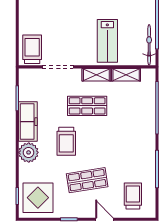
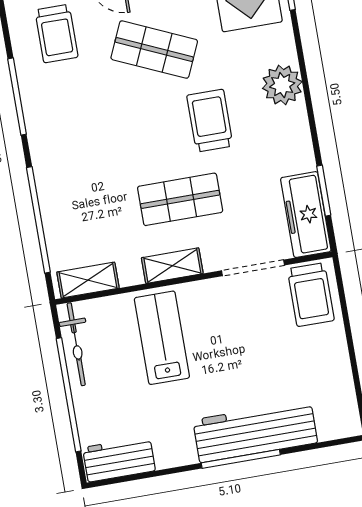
shelving: (126, 75) -> (88, 280), moved
freezer: (28, 122) -> (306, 215), moved
shop shelf: (87, 180) -> (154, 50), turned 33

